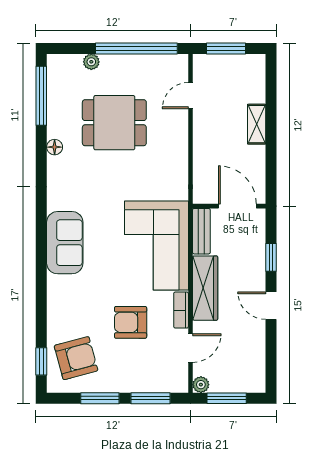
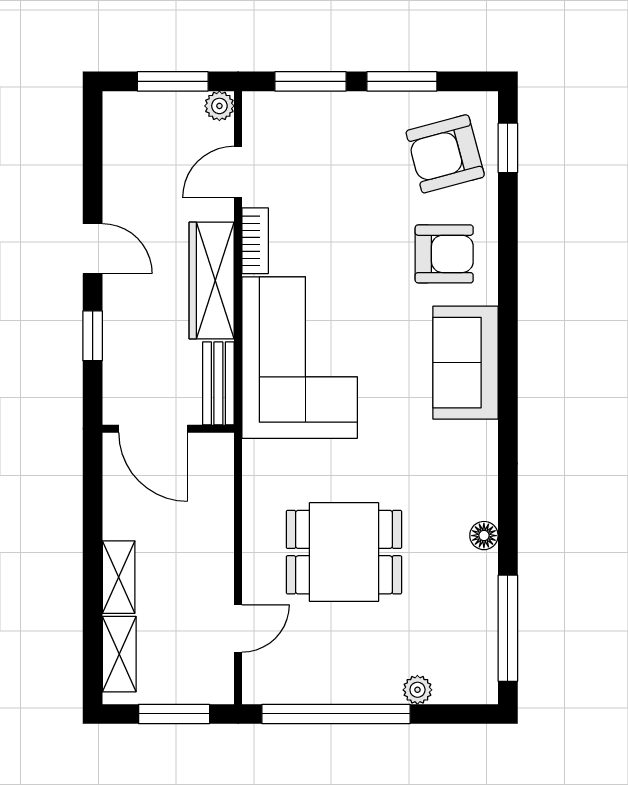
shelving: (256, 82) -> (119, 654), added
dining table: (114, 123) -> (344, 552), moved
armchair: (131, 322) -> (444, 254), moved

